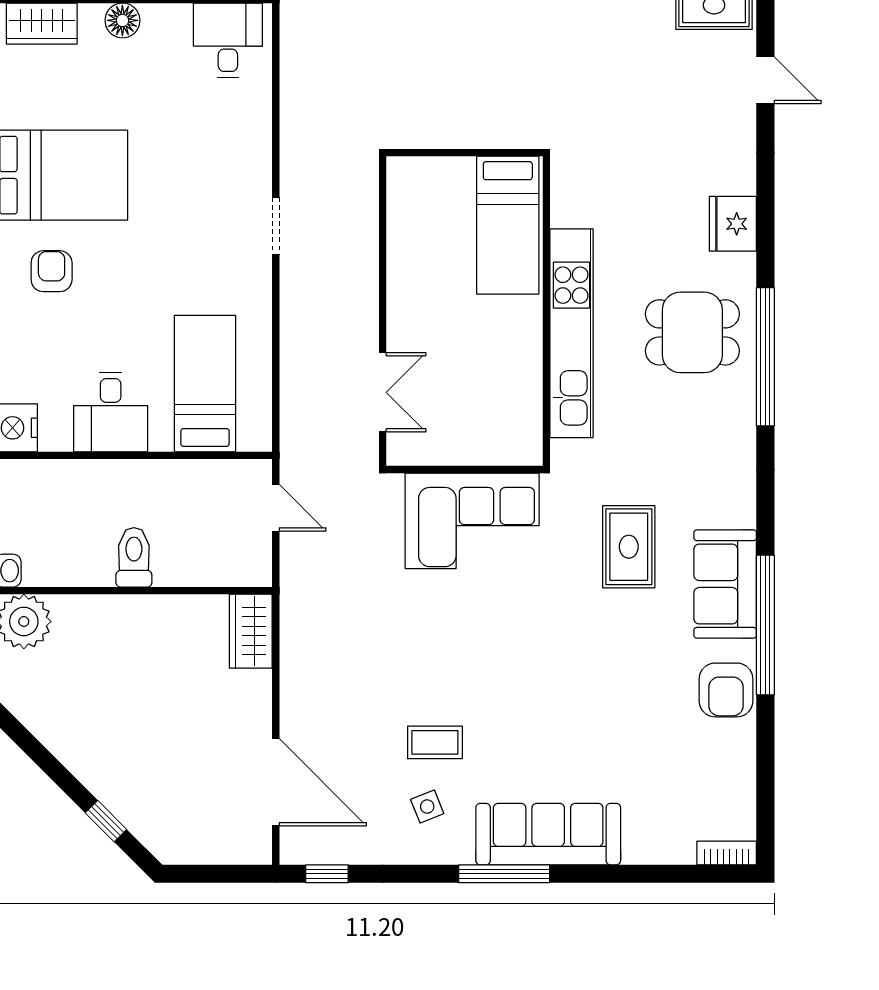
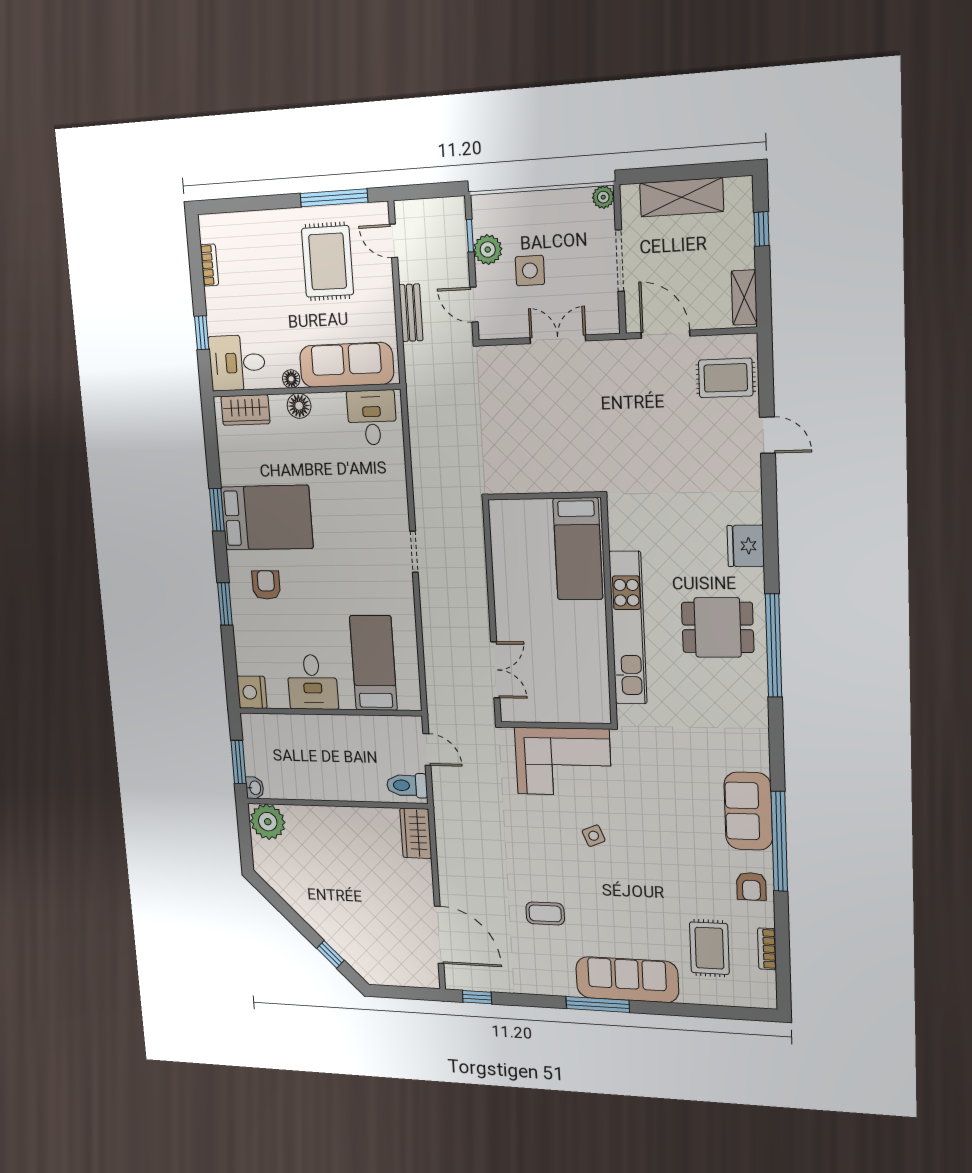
rug: (629, 547) -> (709, 948), moved
toilet: (134, 557) -> (407, 785), moved, turned -90
armchair: (726, 690) -> (751, 886), width x0.72, depth x0.72
side table: (427, 807) -> (594, 836), moved
bookcase: (727, 853) -> (767, 949), moved, turned -90

